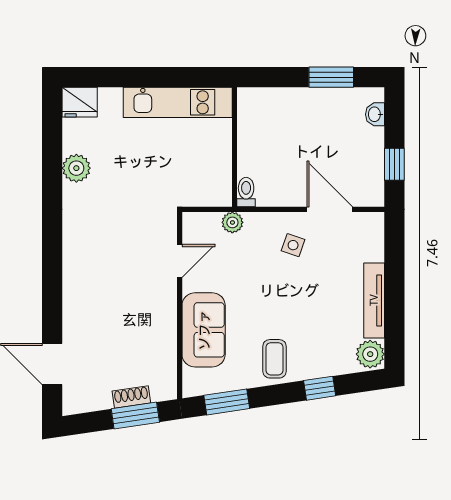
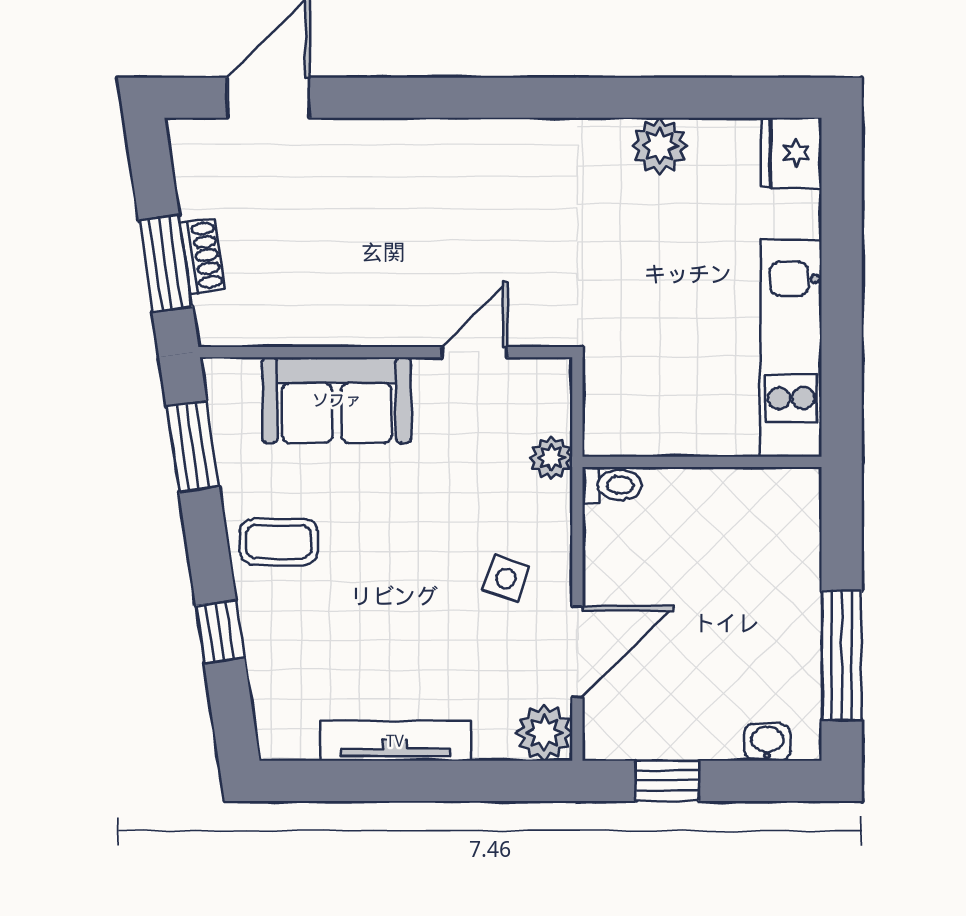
window: (331, 77) -> (842, 655), width x1.44
door: (180, 261) -> (474, 352), swing flipped
plant: (370, 354) -> (544, 733), moved

